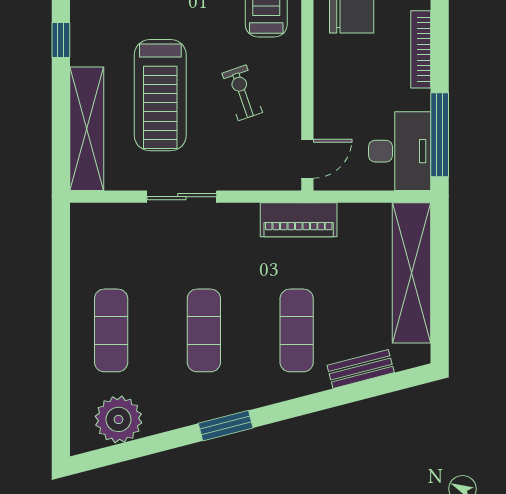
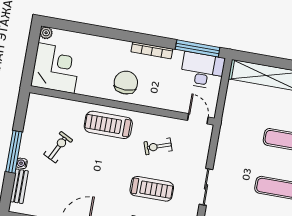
treadmill: (160, 95) -> (152, 189), width x0.73, depth x0.73
piano: (299, 220) -> (229, 129), removed

